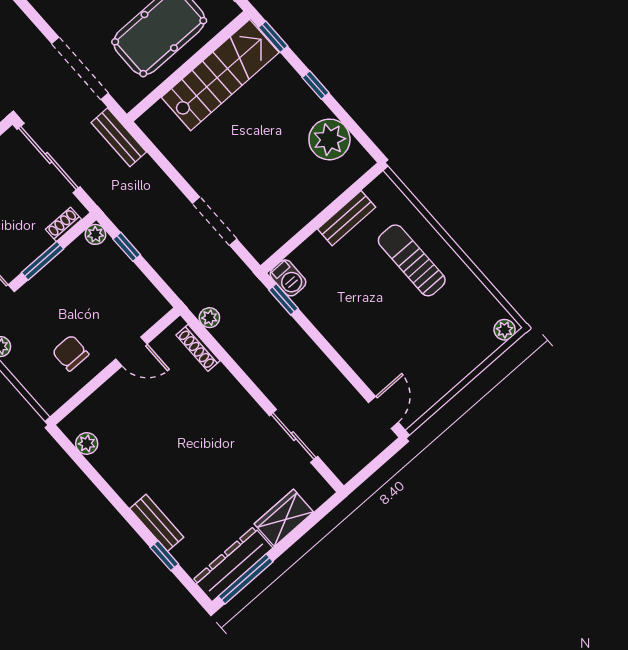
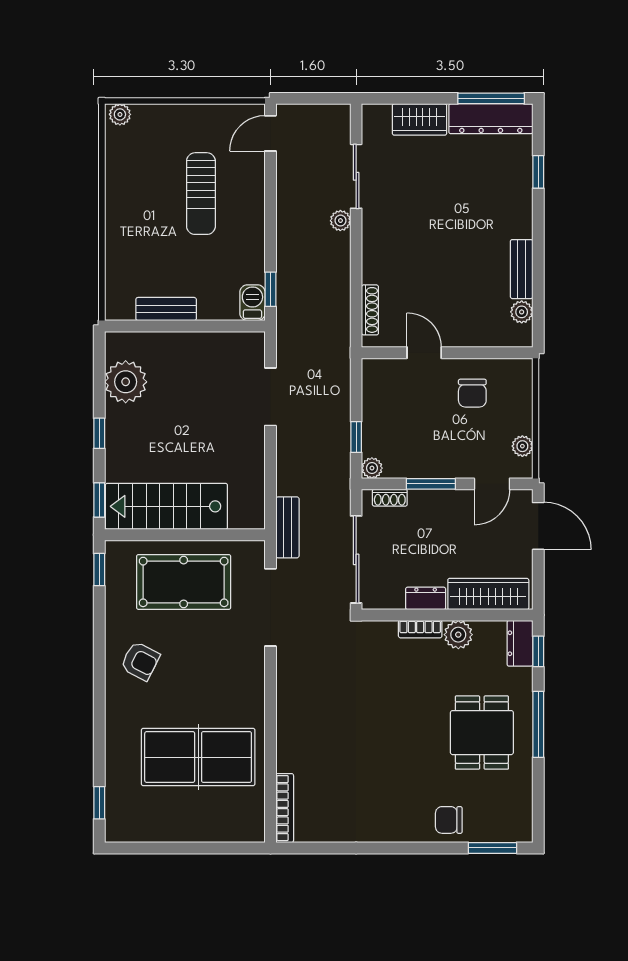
sun lounger: (412, 260) -> (201, 194), moved
plant: (209, 318) -> (340, 221), moved
bench: (157, 523) -> (522, 269), moved

